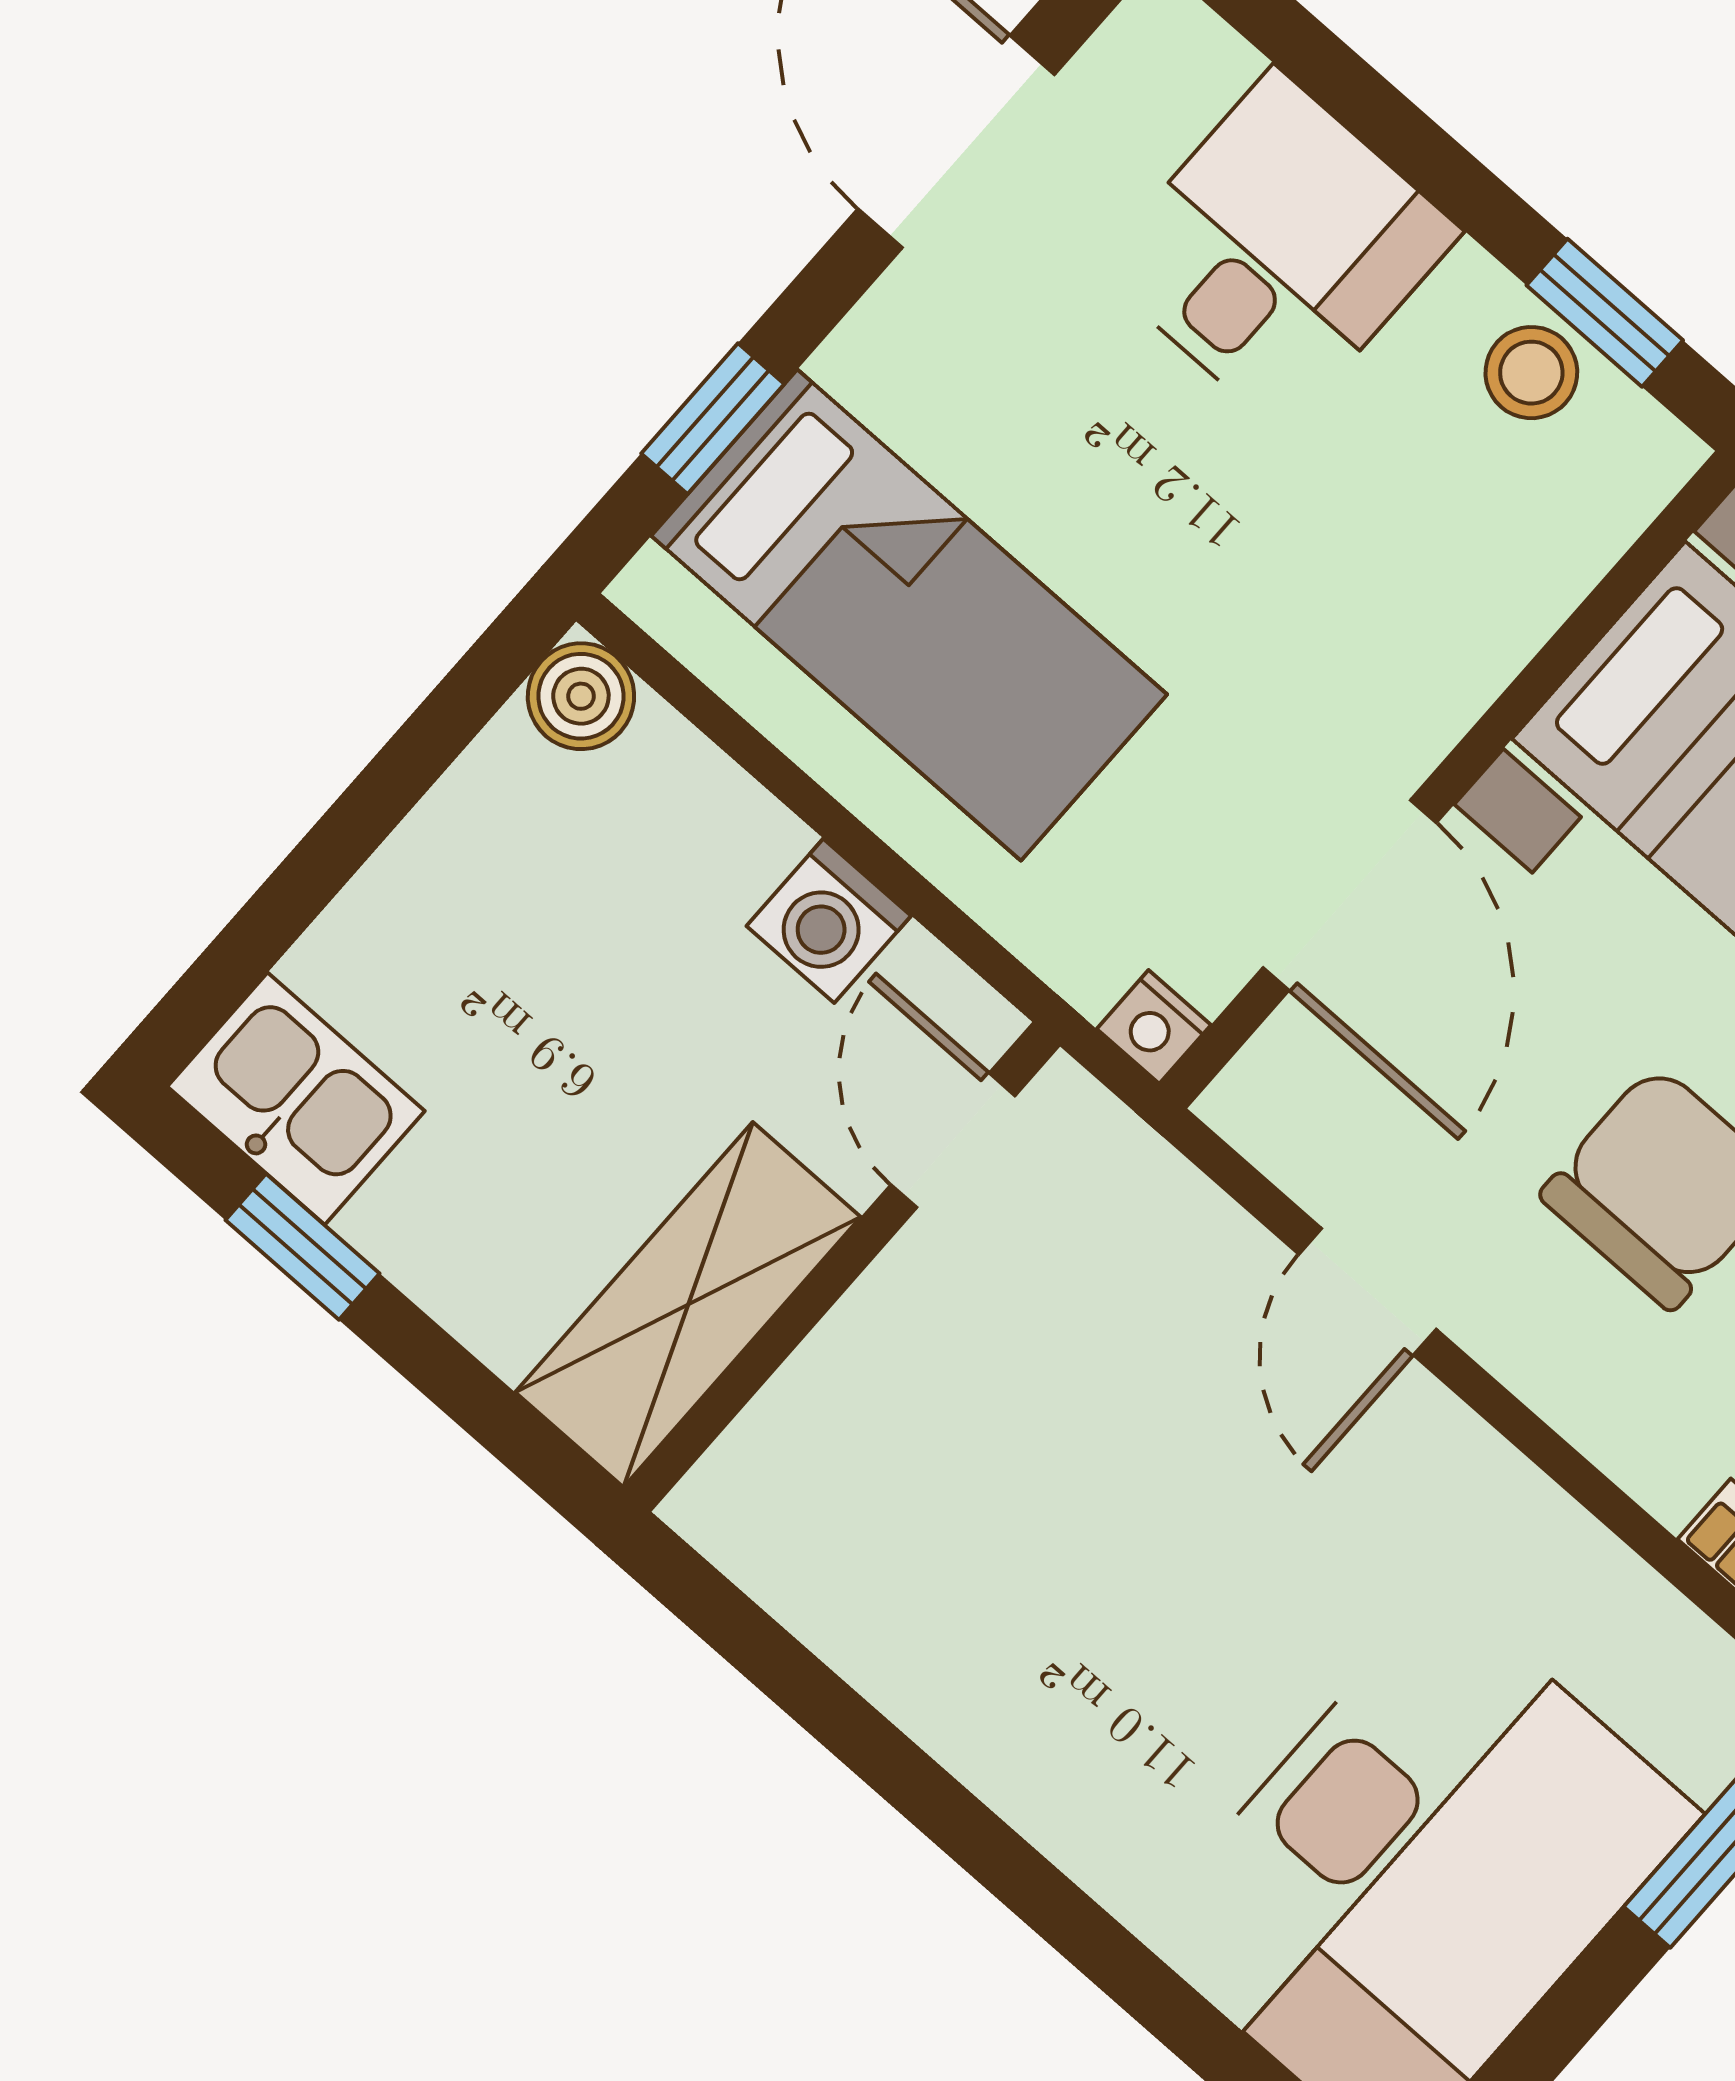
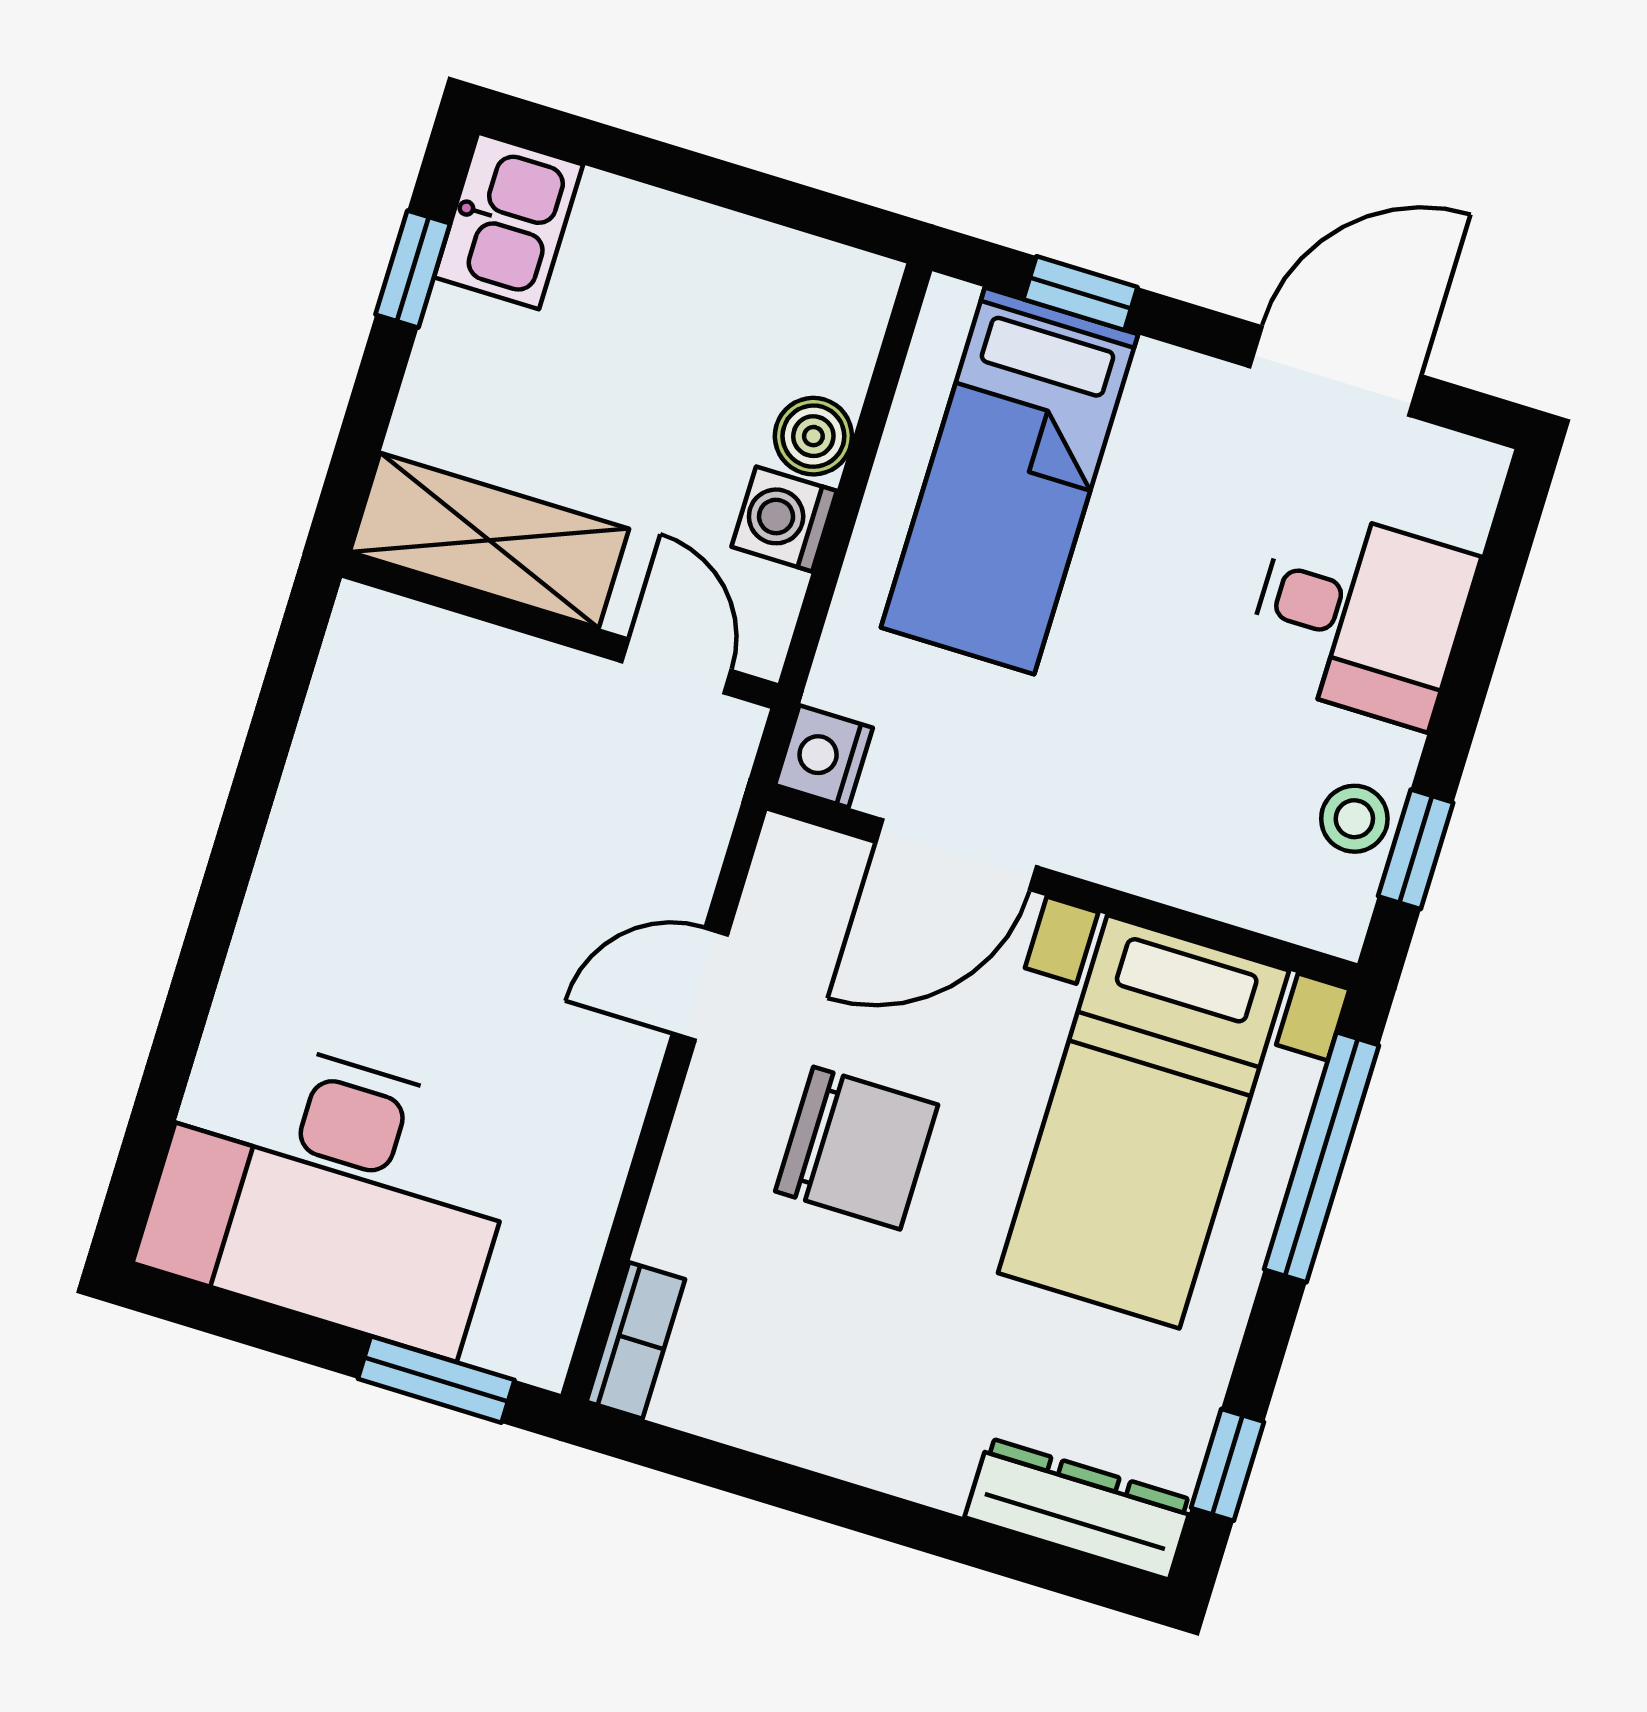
boiler: (581, 696) -> (813, 436), moved
nightstand: (1154, 1027) -> (824, 756), width x1.39, depth x1.35
door: (953, 1140) -> (676, 666), hinge flipped

